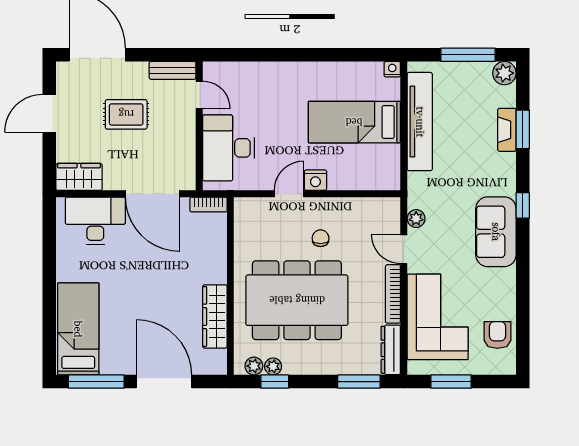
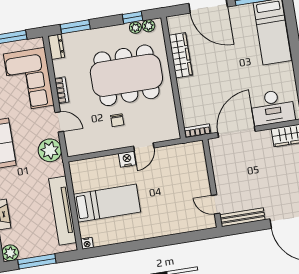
bench: (173, 70) -> (242, 217), width x1.36
rug: (126, 114) -> (263, 183), removed
desk: (228, 148) -> (190, 172), removed
door: (153, 194) -> (237, 132), hinge flipped
plant: (416, 219) -> (50, 150), width x1.88, depth x1.88
bookcase: (393, 294) -> (62, 90), width x0.64
dresser: (391, 350) -> (56, 47), width x0.70

